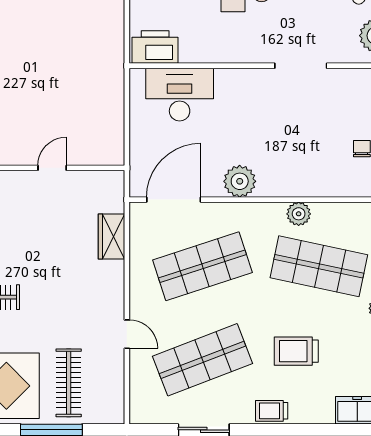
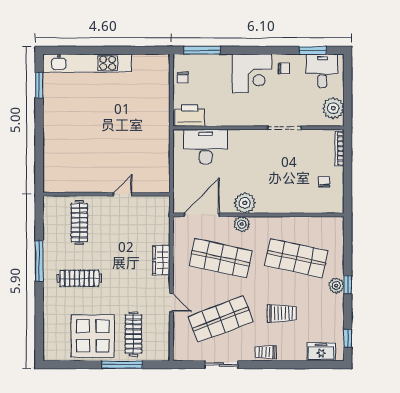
plant: (299, 214) -> (242, 224), moved
wardrobe: (111, 237) -> (161, 260), moved
shop shelf: (202, 266) -> (220, 258), turned 30
trolley: (296, 351) -> (282, 313), turned 180

